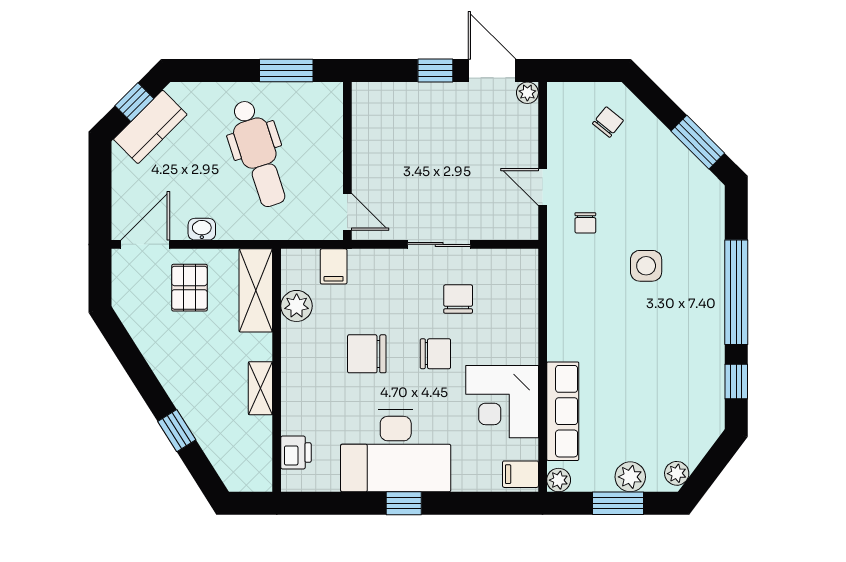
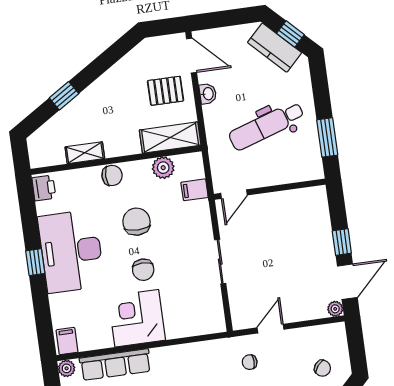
chair: (458, 299) -> (112, 175), moved
shelving: (260, 388) -> (85, 153), moved
corner desk: (502, 402) -> (137, 318), moved
printer: (296, 453) -> (44, 188), moved, turned -90

